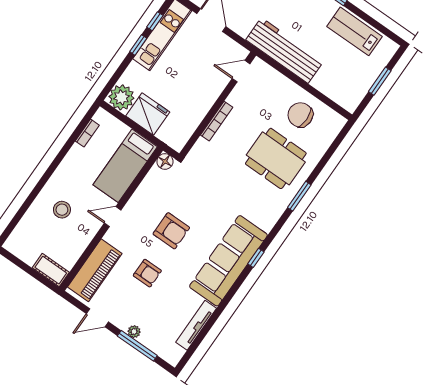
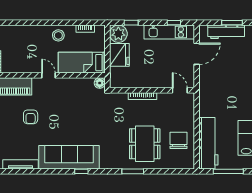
window: (138, 45) -> (131, 23), moved
workbench: (285, 50) -> (208, 143), moved
window: (380, 81) -> (228, 171), width x1.44
stool: (62, 210) -> (58, 35), moved
armchair: (171, 231) -> (63, 114), removed

